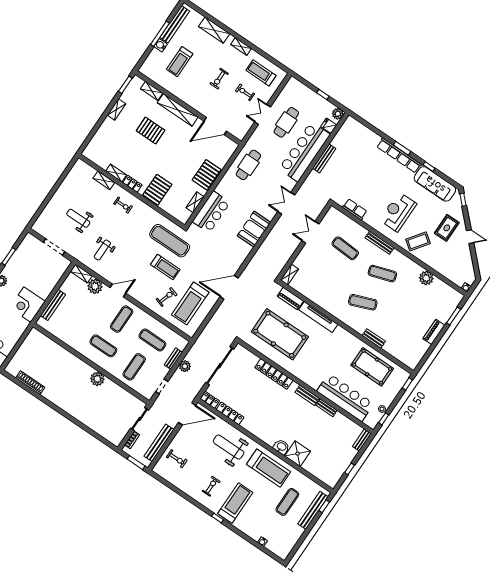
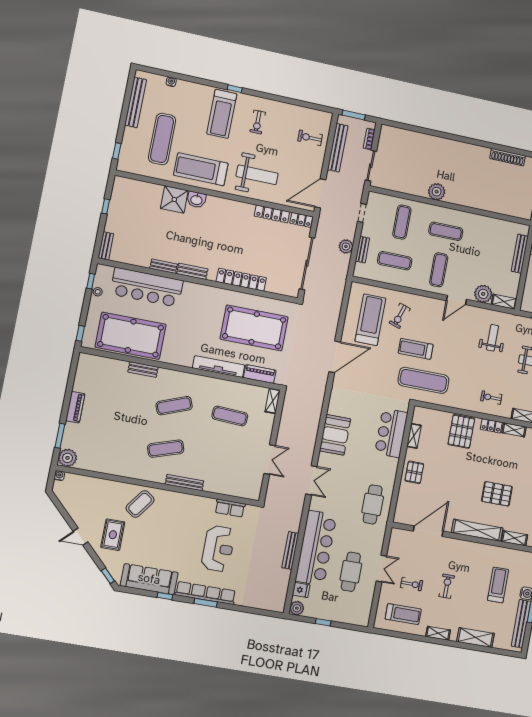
pallet: (207, 175) -> (414, 472), width x0.67, depth x0.71
reception desk: (398, 212) -> (218, 549), moved
exercise mat: (345, 248) -> (230, 416), moved
plant: (426, 278) -> (67, 458), moved
pool table: (372, 367) -> (131, 336), width x1.36, depth x1.32
exercise mat: (287, 502) -> (162, 139), width x1.36, depth x1.45
bench: (313, 510) -> (136, 102), moved

